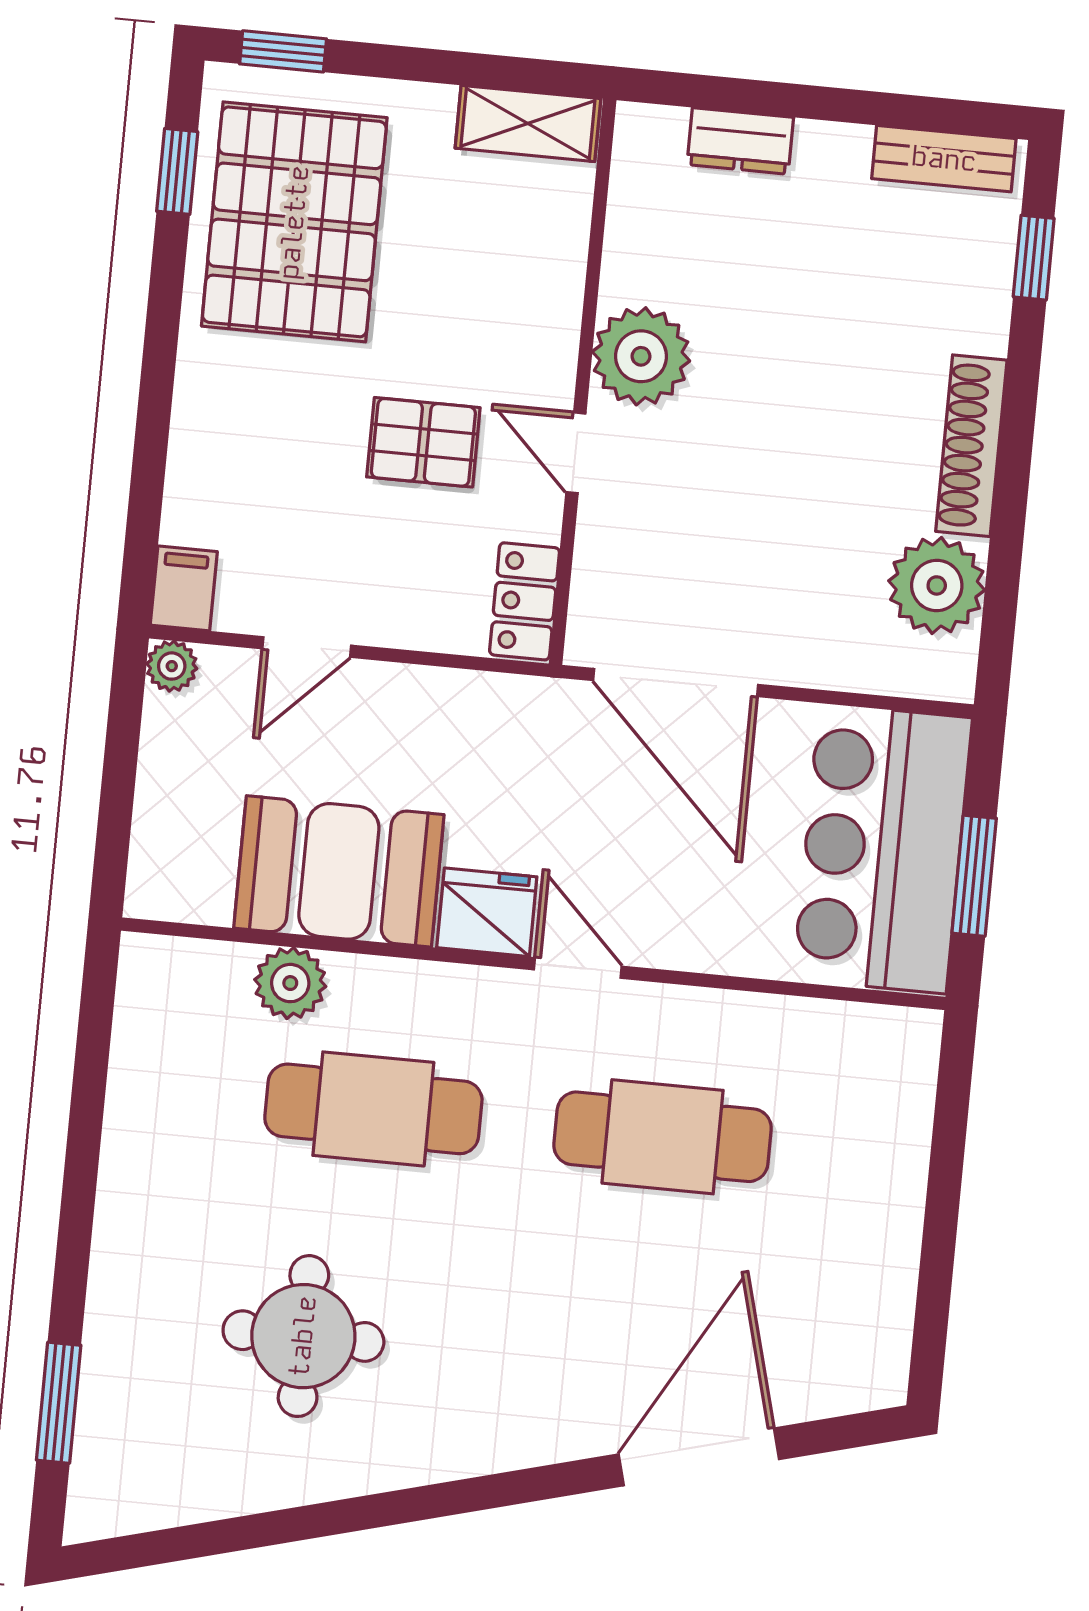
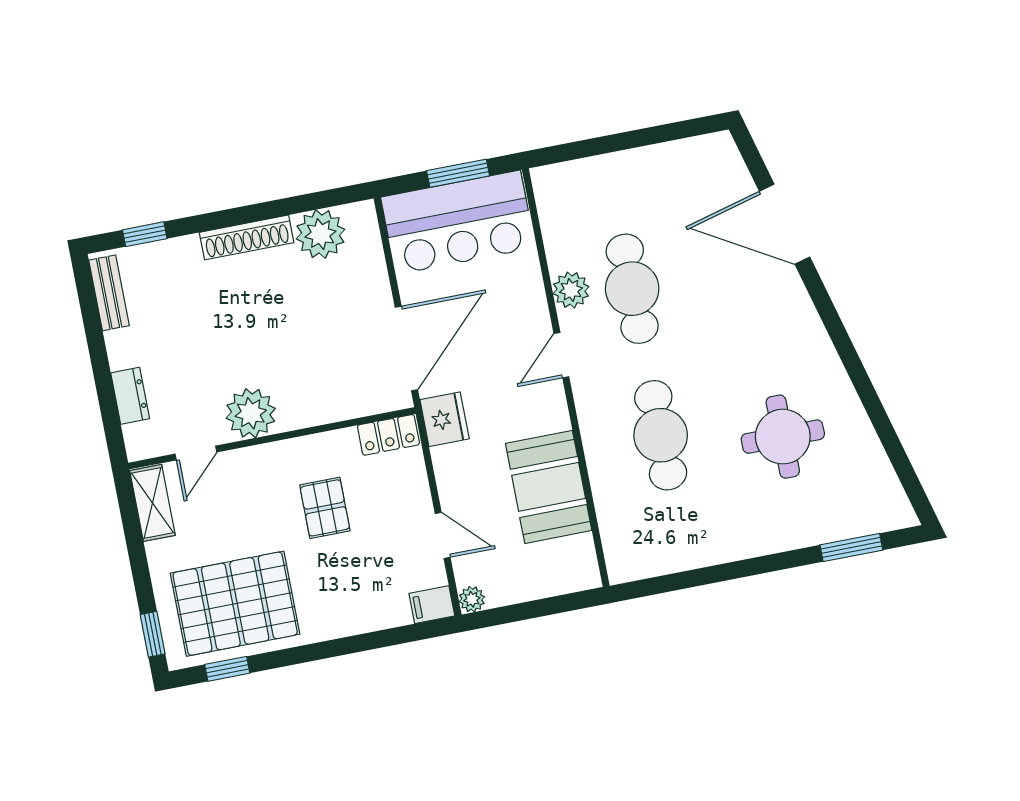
door: (576, 453) -> (196, 453), moved
fridge: (487, 912) -> (445, 419), moved, turned 180
plant: (290, 983) -> (571, 290), moved

